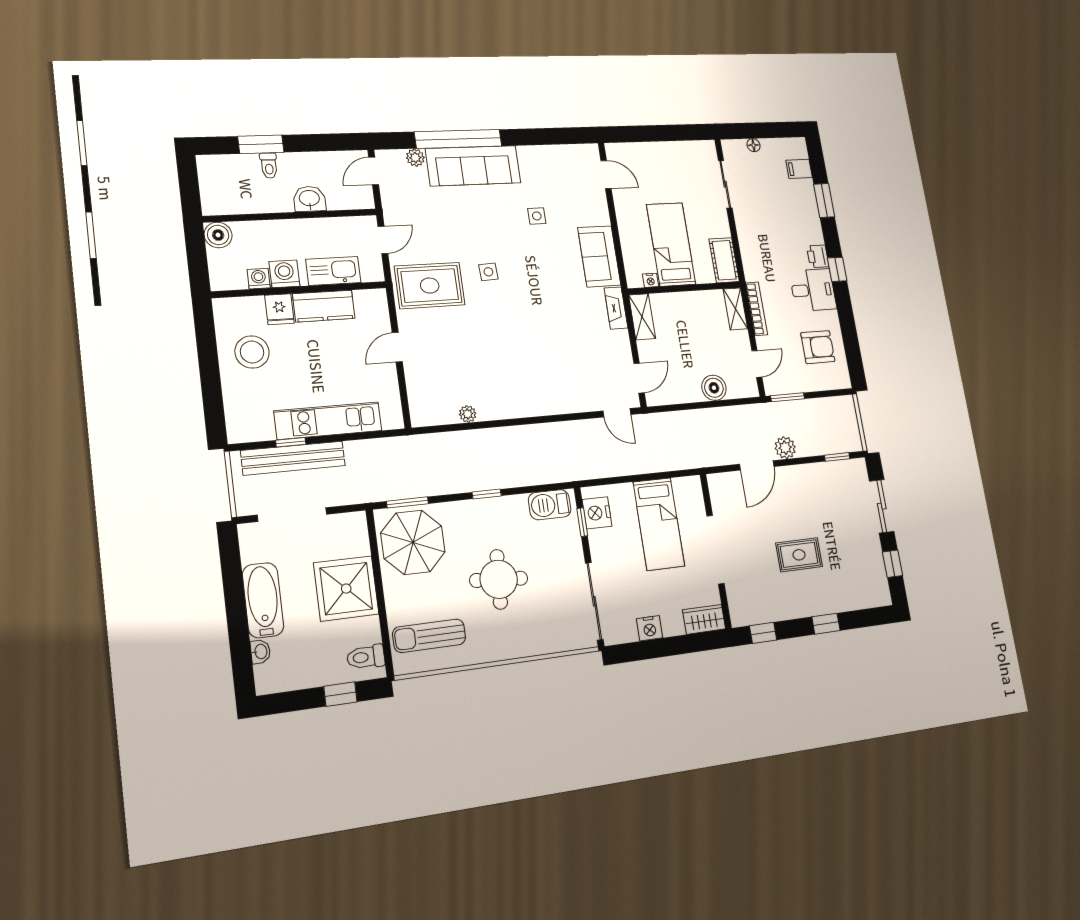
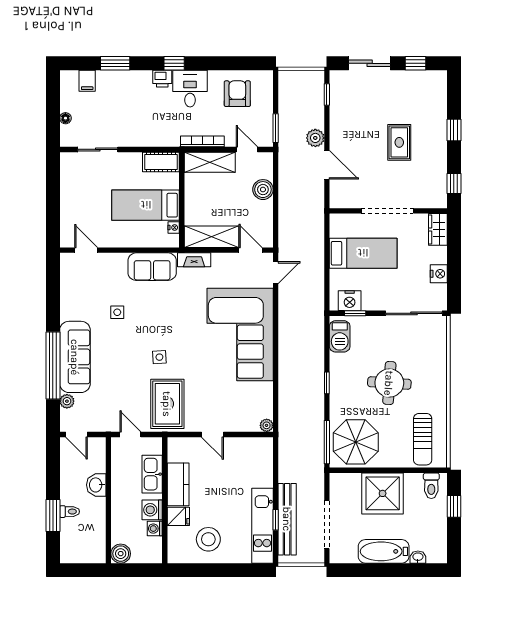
door: (606, 175) -> (86, 250), hinge flipped
shelving: (735, 309) -> (210, 162), width x1.50, depth x1.33
shelving: (642, 317) -> (211, 237), width x1.50, depth x1.33
corner sofa: (533, 373) -> (240, 334), added
plant: (468, 414) -> (267, 425), moved
kitchen unit: (328, 421) -> (263, 526), moved
window: (407, 502) -> (327, 442), width x1.44

